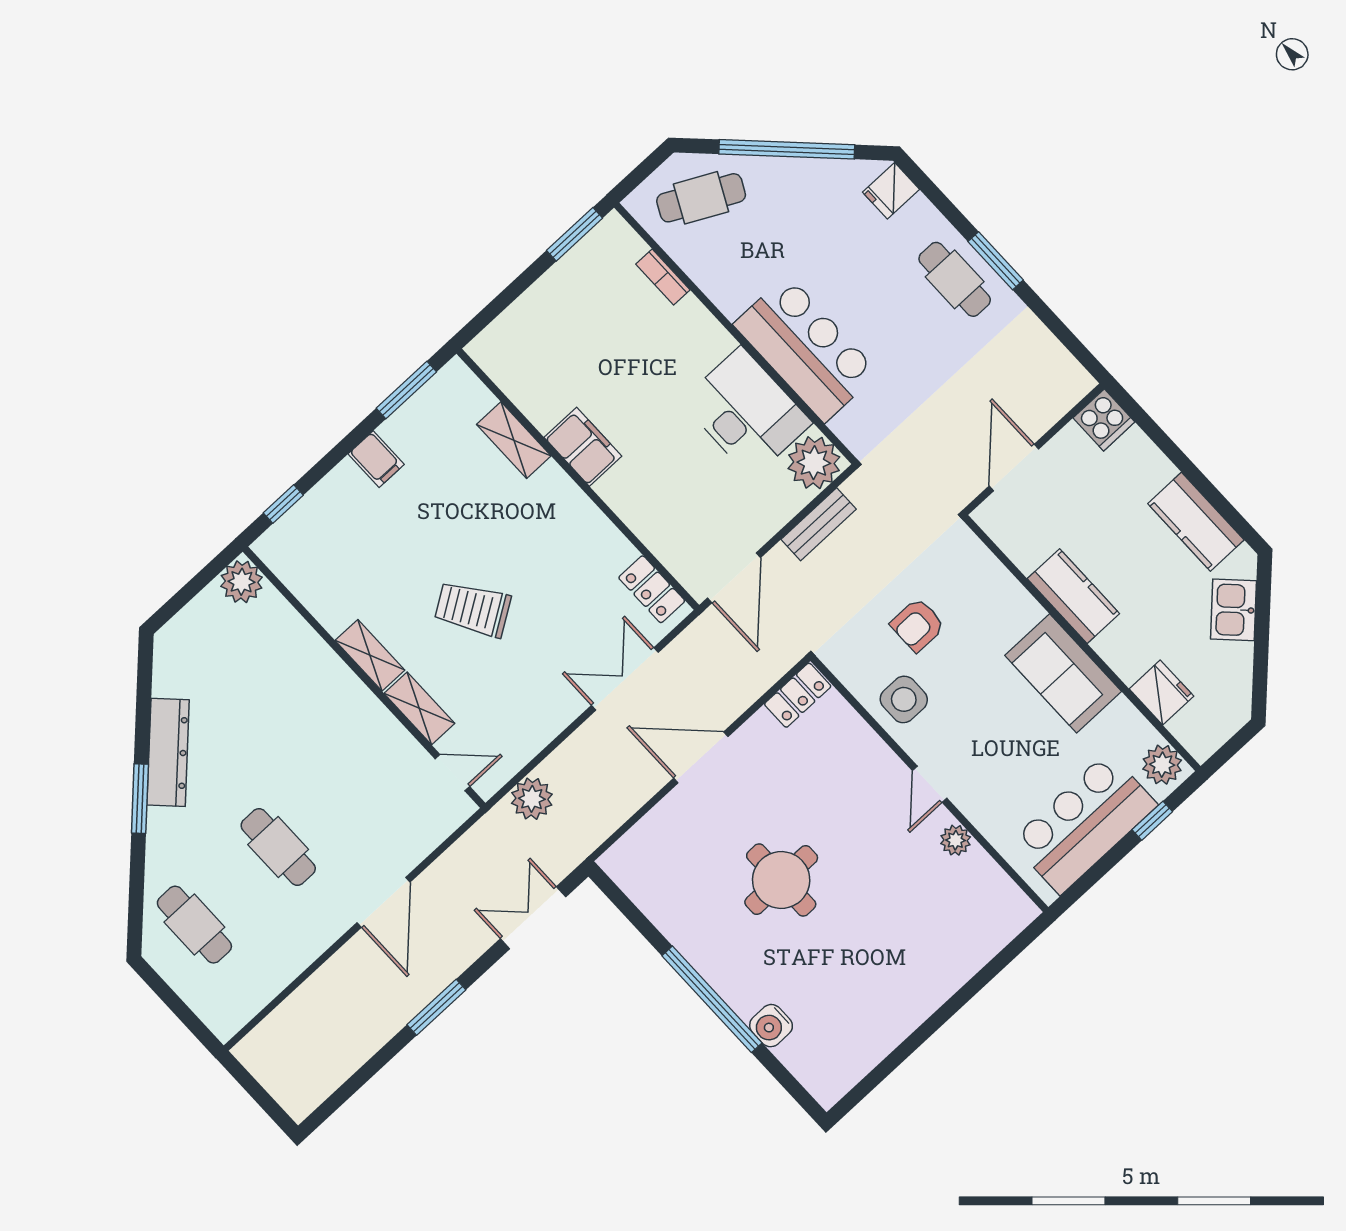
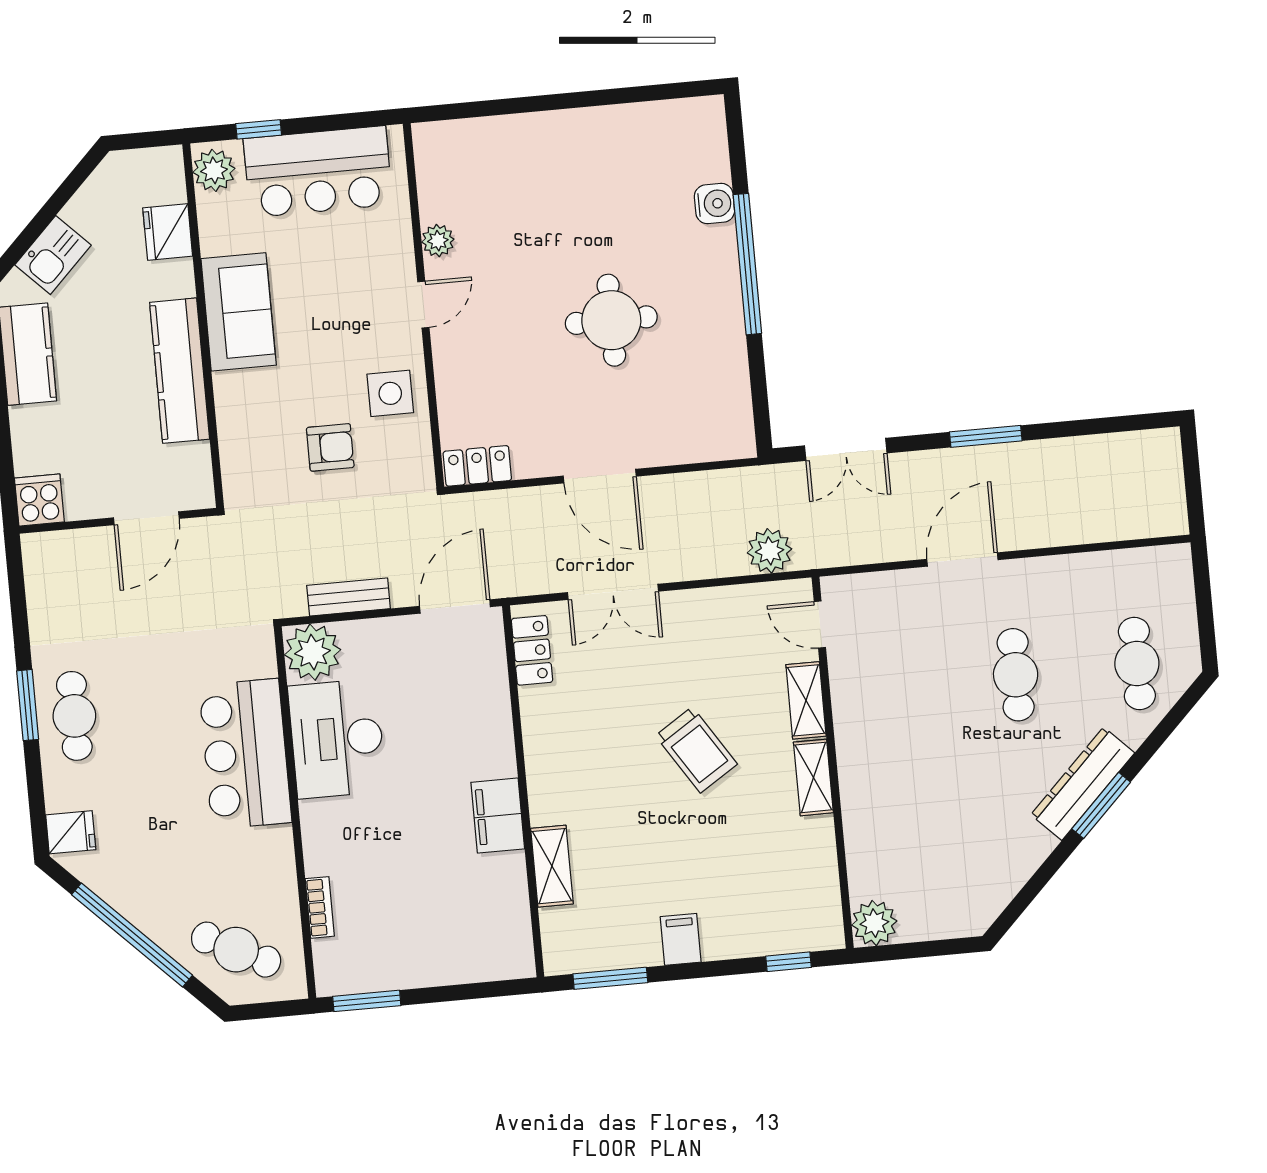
kitchen counter: (1073, 596) -> (180, 371), width x1.50
dresser: (168, 752) -> (1083, 784), moved

